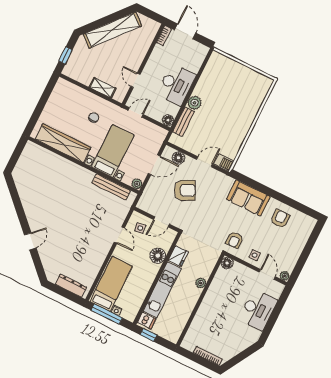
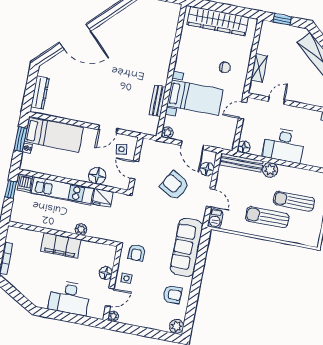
sun lounger: (228, 89) -> (294, 201), added
door: (136, 112) -> (243, 110), swing flipped
sun lounger: (235, 117) -> (267, 217), added
bench: (184, 122) -> (241, 163), width x1.36
wardrobe: (63, 143) -> (218, 21), moved, turned 90
bench: (111, 187) -> (158, 101), width x0.73
armchair: (185, 190) -> (175, 185), turned 146
sofa: (248, 198) -> (186, 247), width x1.36
plant: (309, 223) -> (177, 326), added
armchair: (235, 240) -> (137, 253), turned -90
door: (30, 241) -> (75, 37), width x1.88
floor lamp: (227, 263) -> (106, 273), moved
filing cabinet: (210, 305) -> (61, 245), added
window: (107, 314) -> (20, 139), width x0.69

